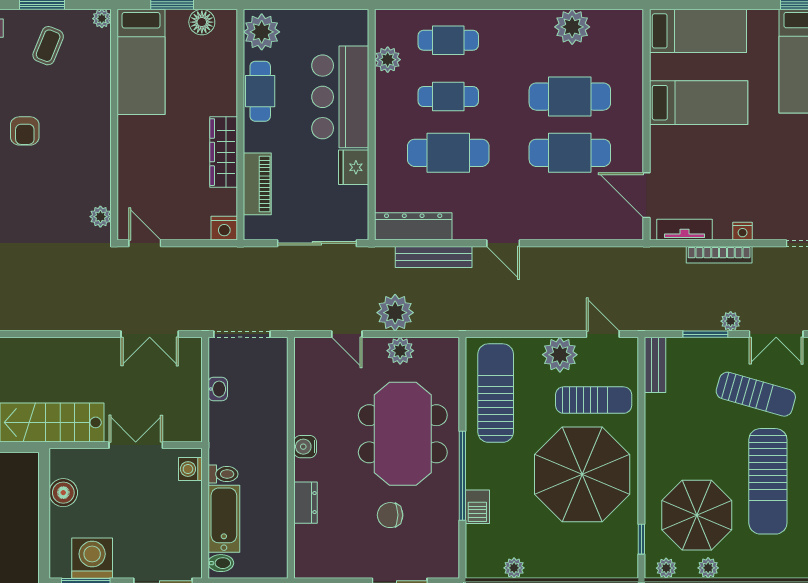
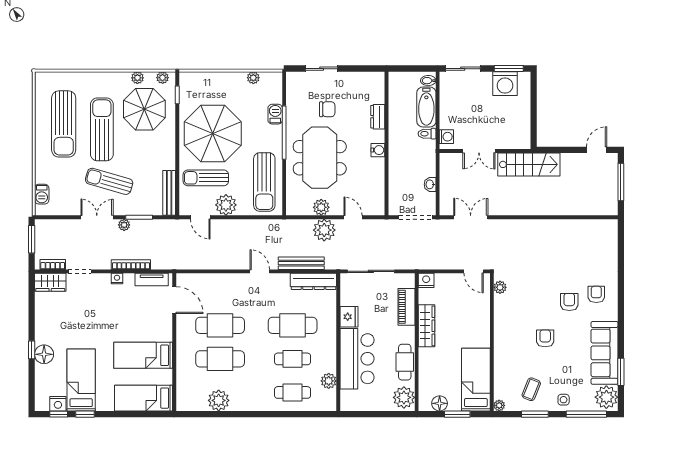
bench: (655, 365) -> (169, 193), width x1.36
boiler: (63, 493) -> (522, 123), removed

